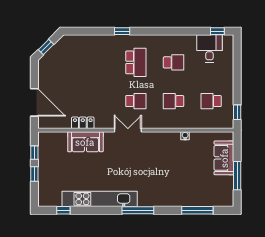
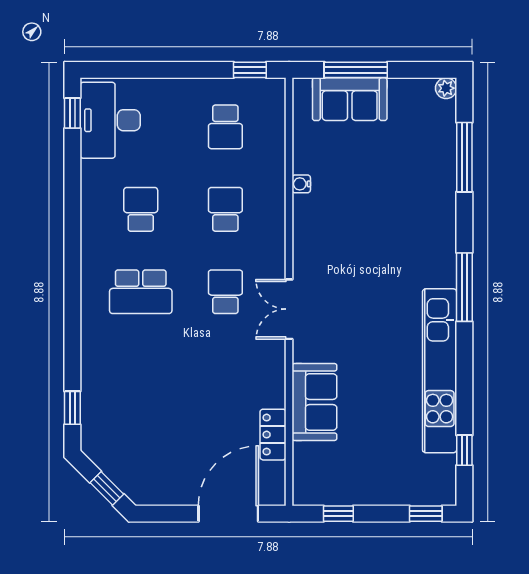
window: (122, 31) -> (72, 408), moved
desk: (209, 48) -> (110, 120), width x1.37
school desk: (136, 62) -> (141, 292), turned 180
school desk: (173, 101) -> (225, 209), turned 180
locker: (83, 123) -> (273, 435), moved
window: (34, 174) -> (426, 514), moved
window: (237, 176) -> (356, 70), moved
plant: (229, 202) -> (446, 88), added

